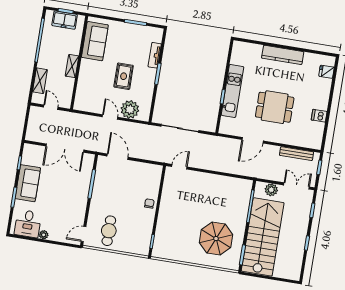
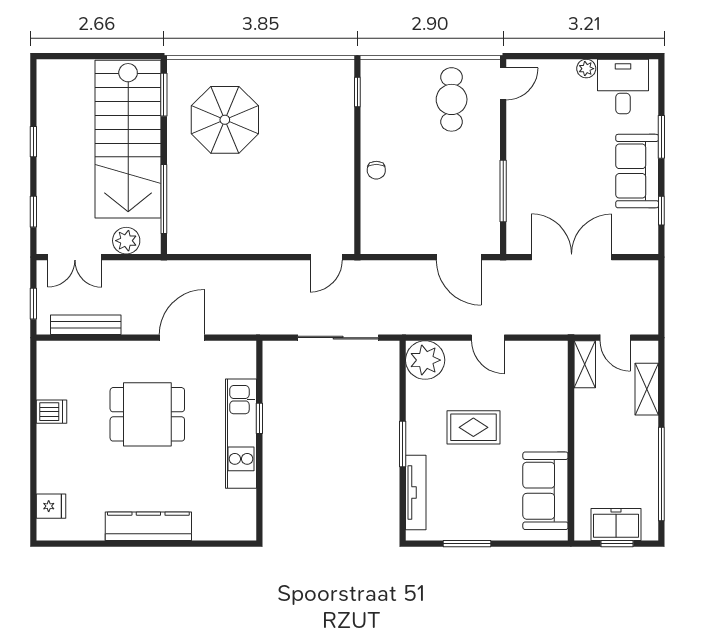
tv unit: (155, 55) -> (416, 492), width x1.41
shelving: (72, 66) -> (585, 364), moved
rug: (124, 76) -> (473, 427), turned 90
plant: (130, 109) -> (425, 360), moved

